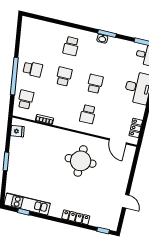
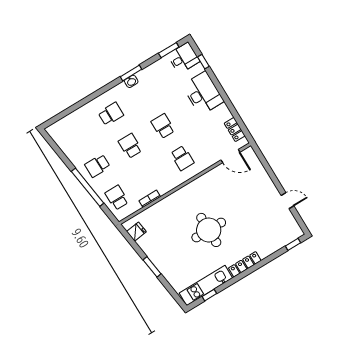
school desk: (71, 46) -> (111, 114), turned -90
school desk: (33, 69) -> (97, 166), turned 180
round table: (81, 161) -> (209, 230), moved
locker: (76, 217) -> (245, 264), moved

